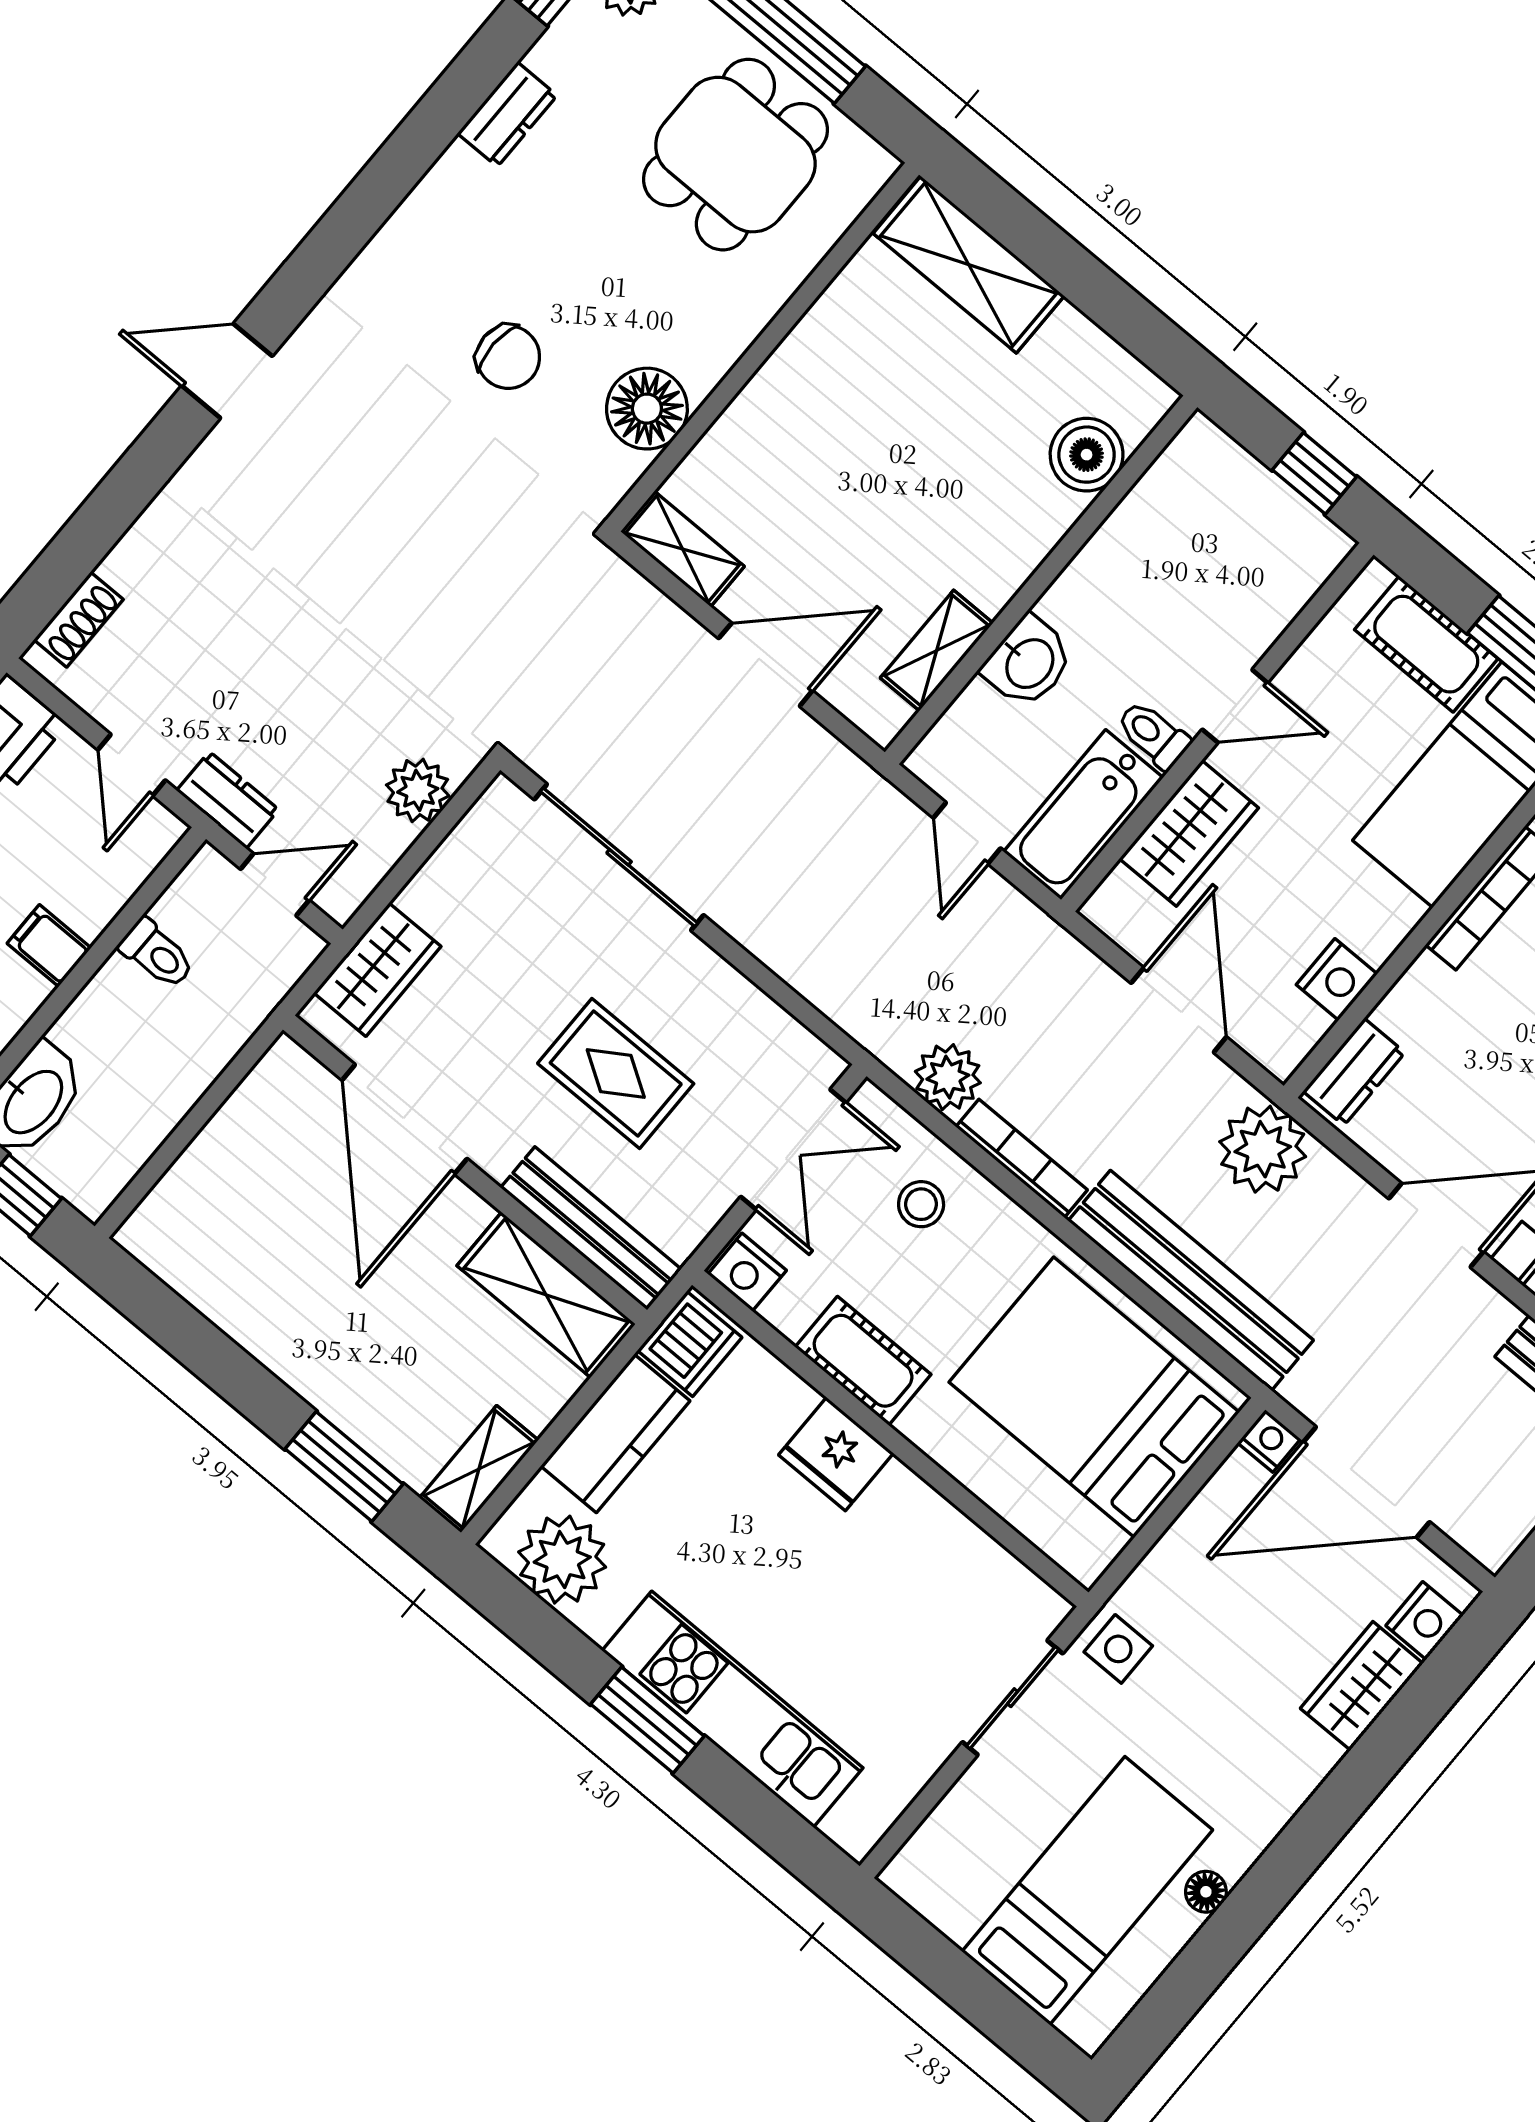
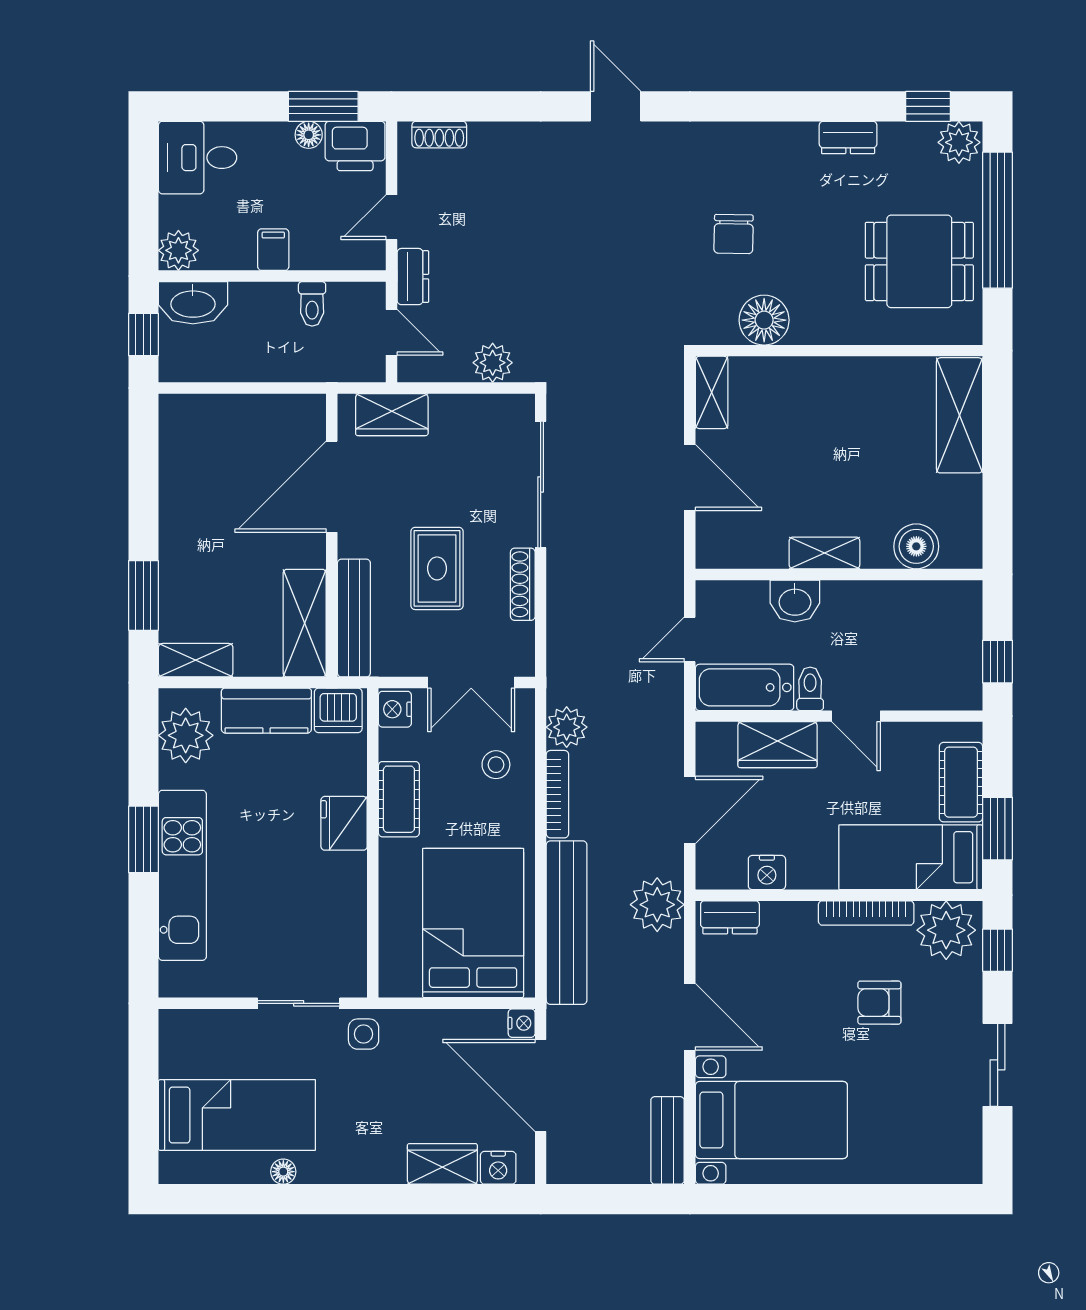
shelving: (937, 651) -> (824, 553), moved
shoe rack: (725, 983) -> (523, 584), added

